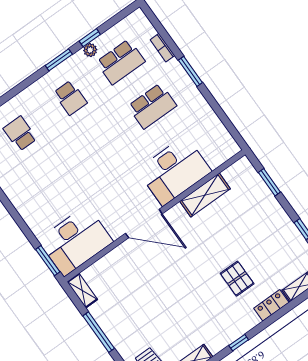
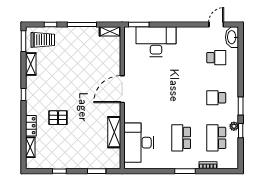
desk: (174, 171) -> (139, 143), moved
desk: (76, 241) -> (156, 42), moved, turned 90

